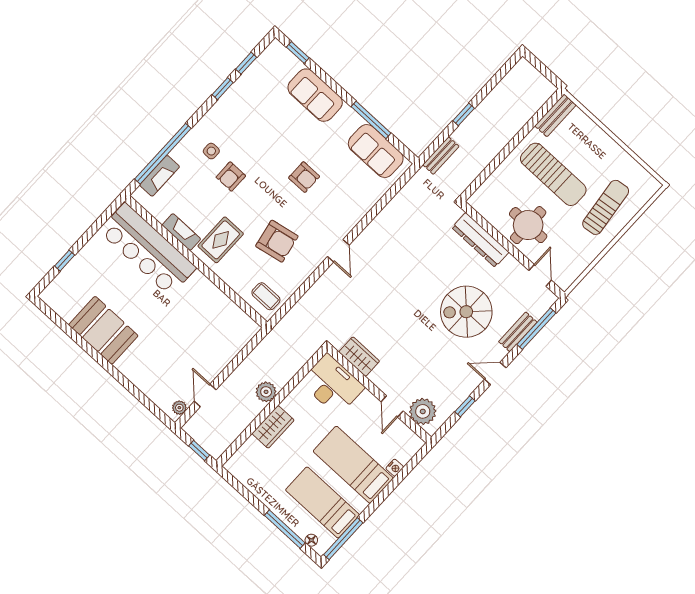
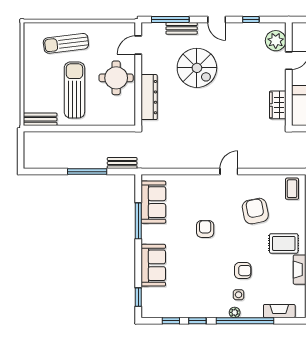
window: (464, 114) -> (87, 172), width x2.17
plant: (198, 132) -> (235, 312), added
window: (163, 154) -> (245, 321), moved

